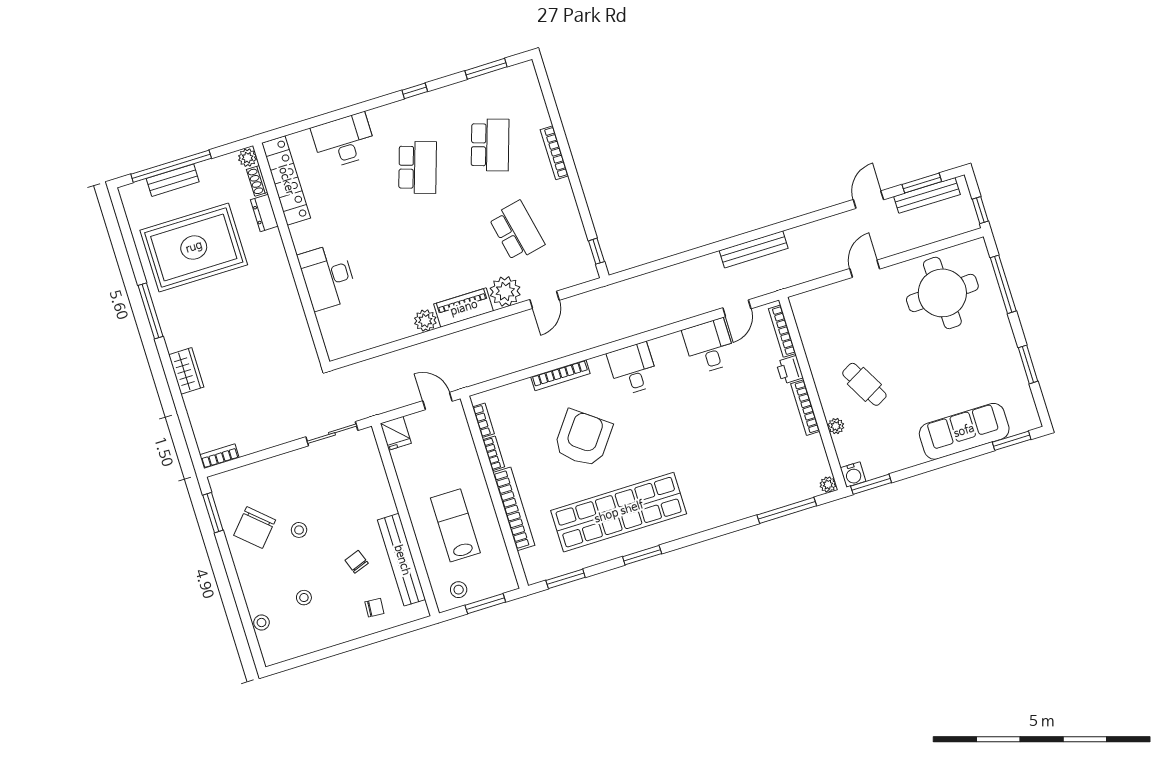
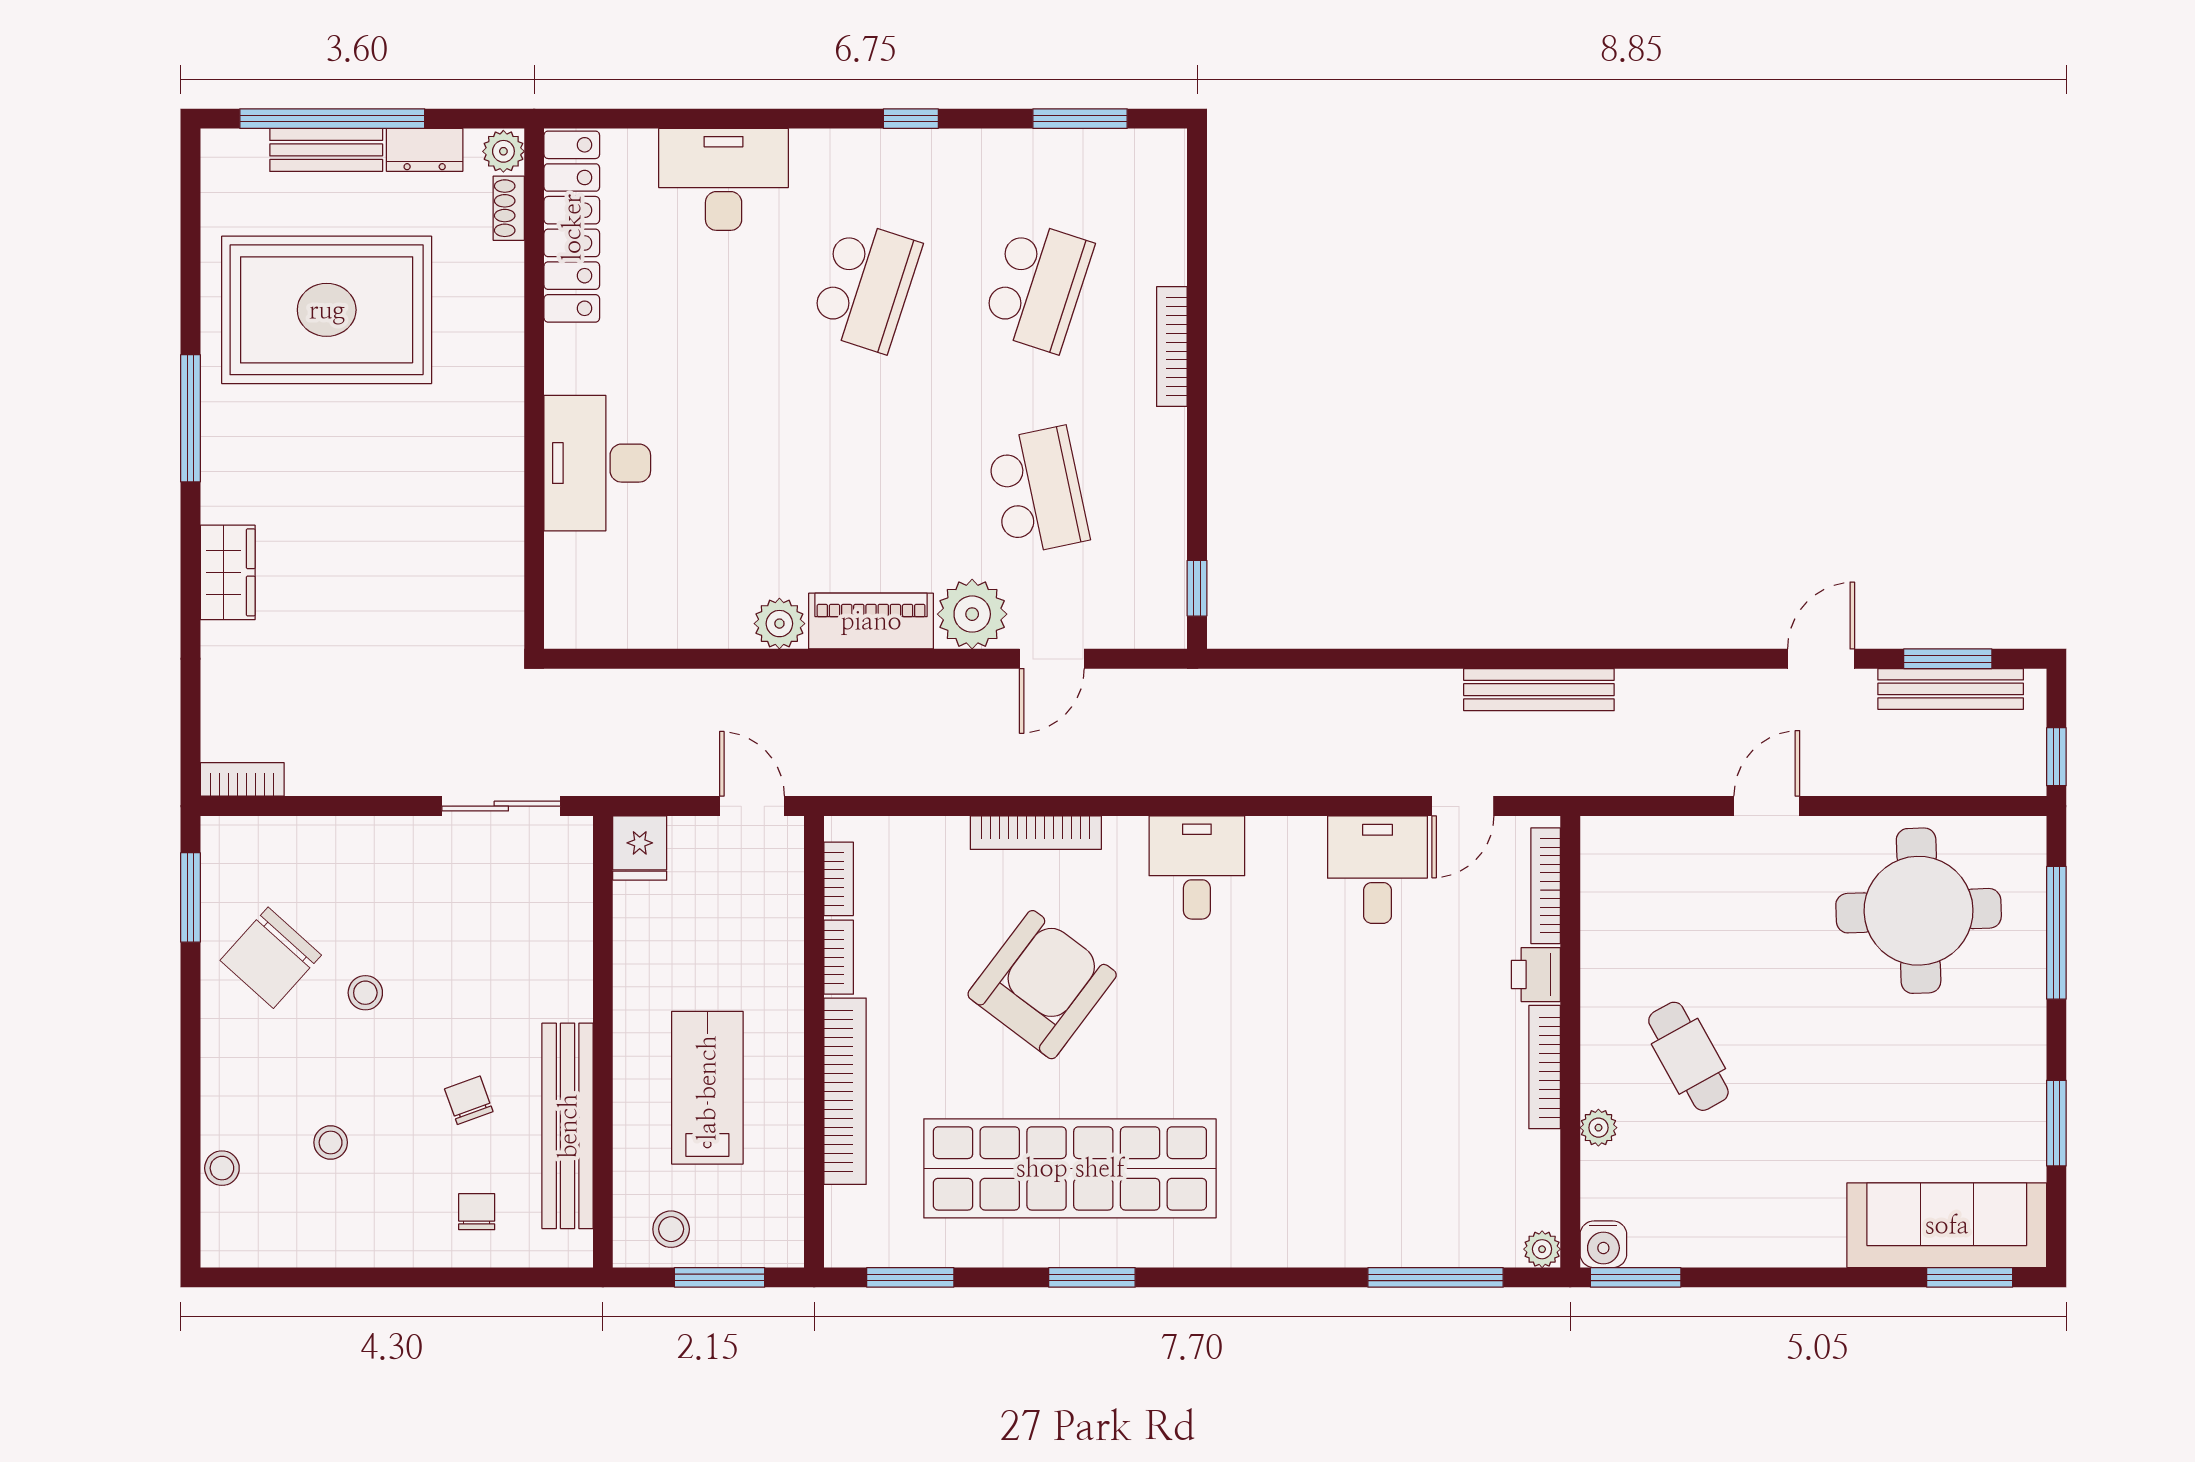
dresser: (264, 213) -> (425, 150), moved, turned -90
sofa: (964, 431) -> (1947, 1225), moved
chair: (374, 608) -> (477, 1212), turned -94

